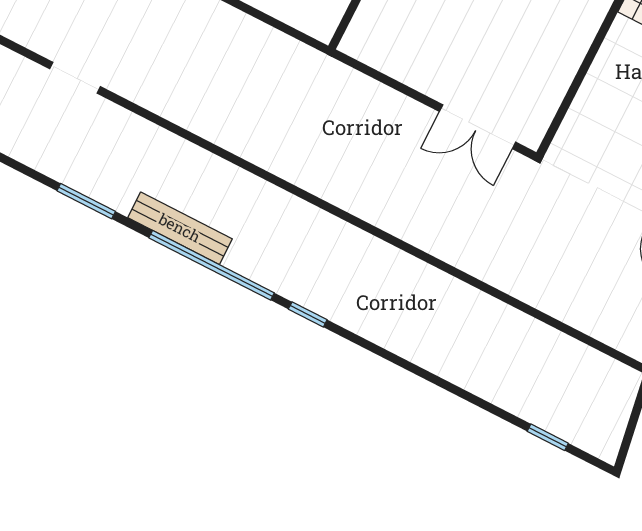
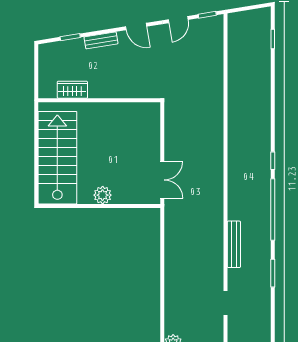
double door: (478, 127) -> (162, 180), moved
bench: (180, 228) -> (234, 244), moved

